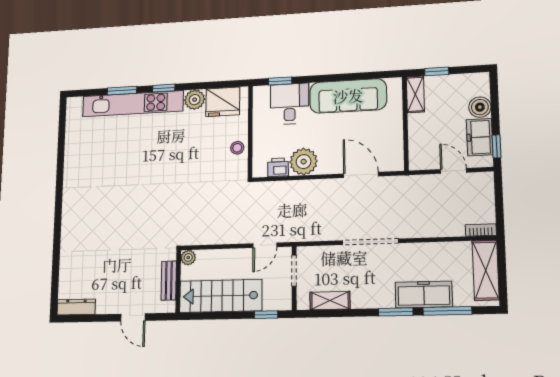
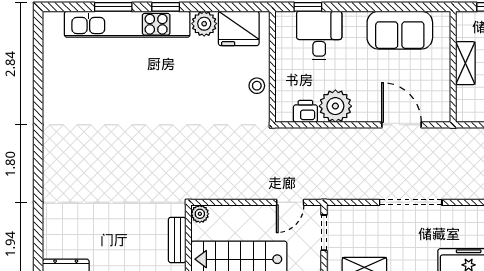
shelving: (415, 94) -> (465, 63), moved
sofa: (348, 96) -> (400, 30), width x0.73

